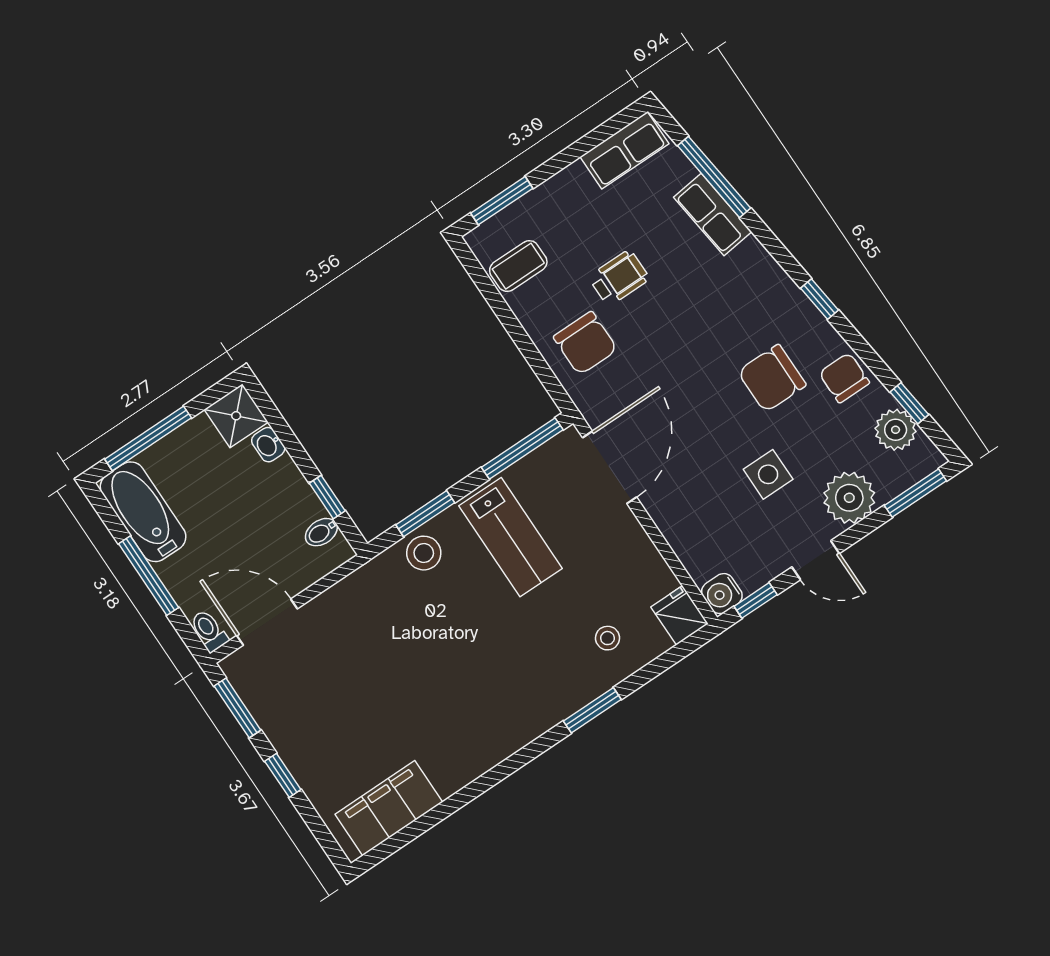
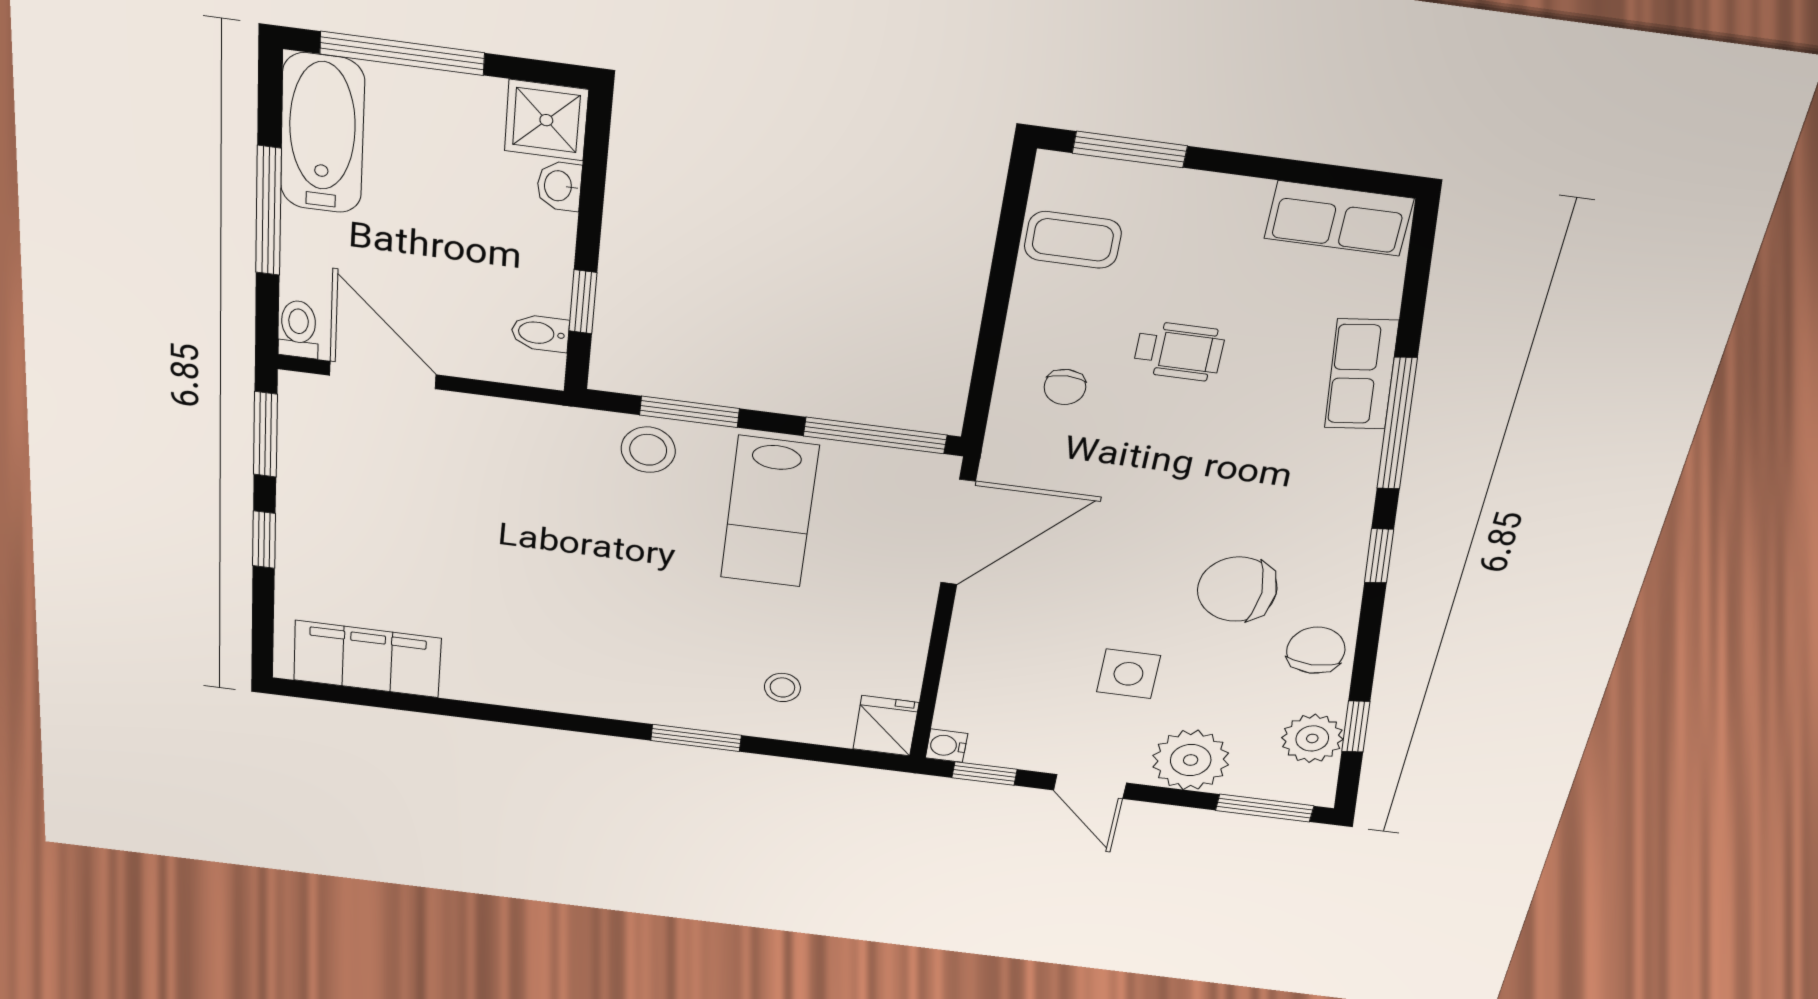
window: (714, 177) -> (1397, 424), moved
chair: (585, 343) -> (1065, 387), width x0.54, depth x0.54
water cooler: (722, 594) -> (946, 746), width x0.72, depth x0.72

